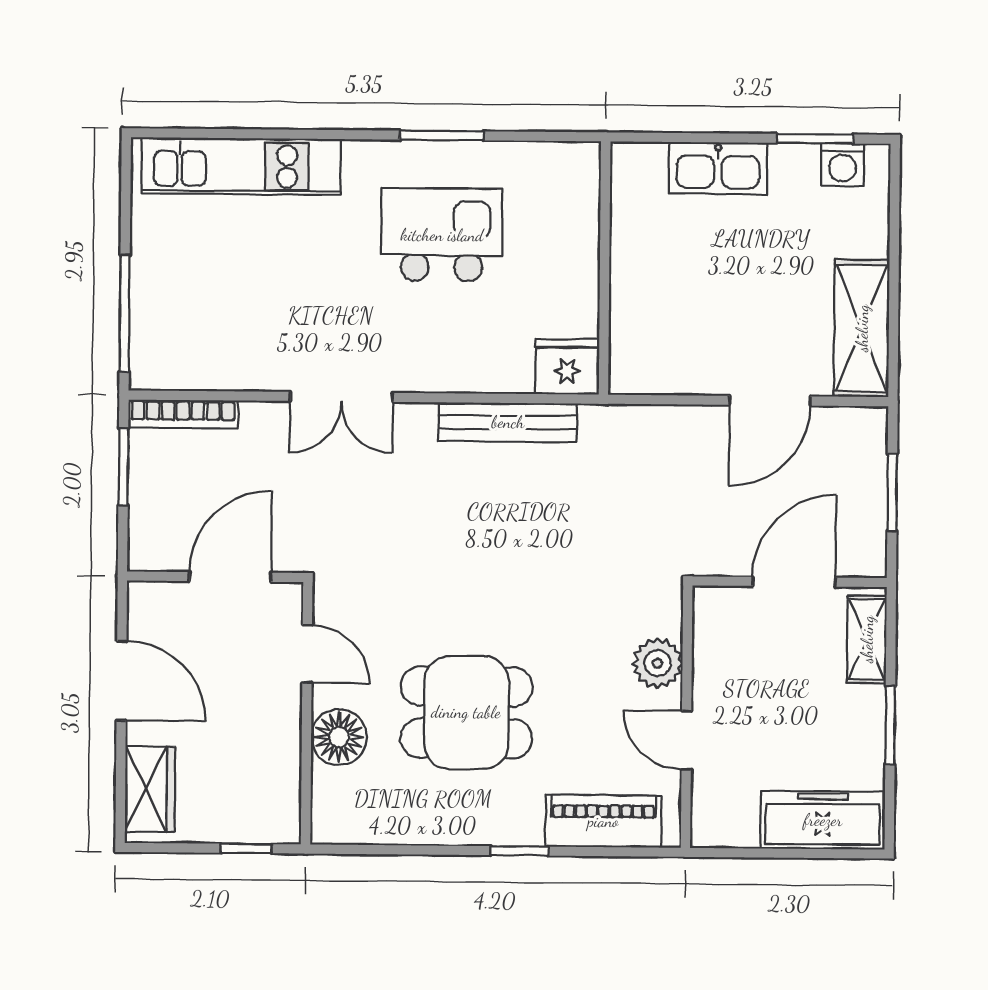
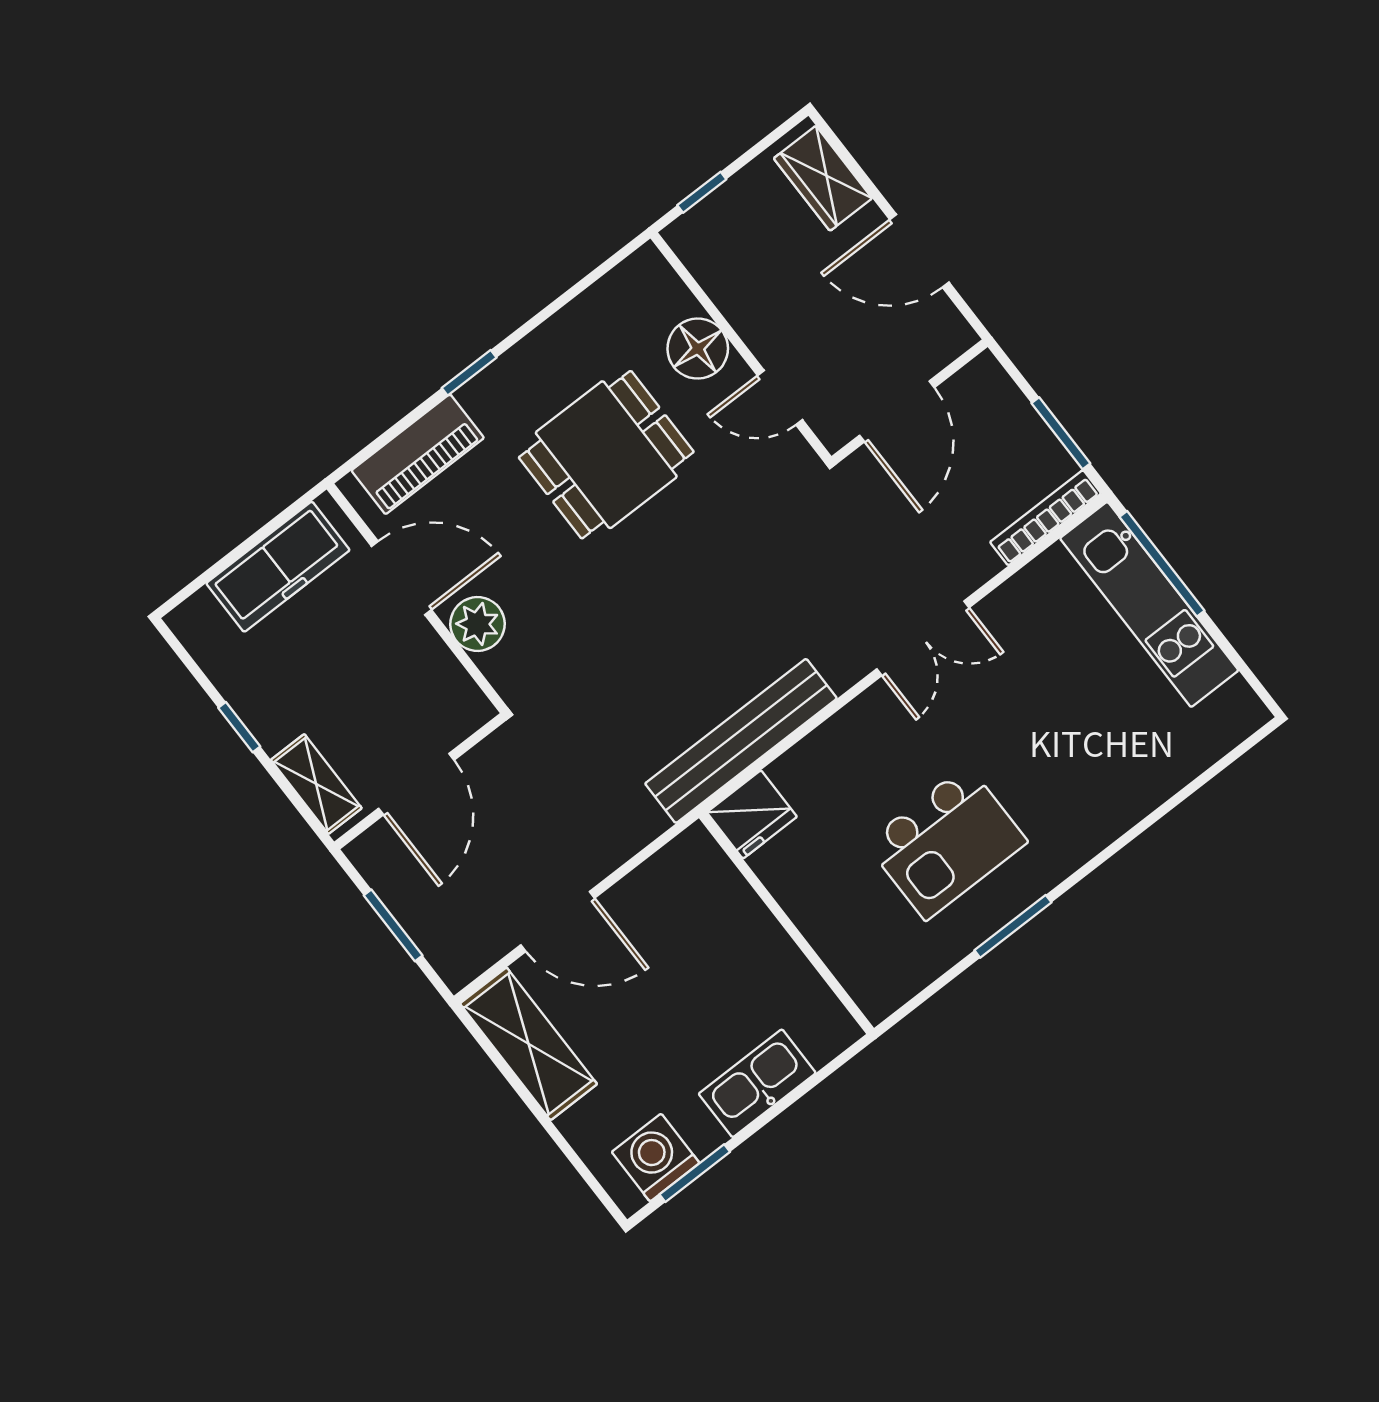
washing machine: (843, 165) -> (656, 1157), width x1.38, depth x1.38
kitchen unit: (241, 166) -> (1149, 604), moved, turned -90
double door: (342, 397) -> (923, 638), swing flipped
door: (770, 401) -> (558, 921), swing flipped
bench: (508, 422) -> (741, 741), width x1.37, depth x1.21
window: (890, 725) -> (239, 727), width x0.67
door: (686, 740) -> (401, 578), width x1.38
freezer: (823, 820) -> (278, 567), moved

